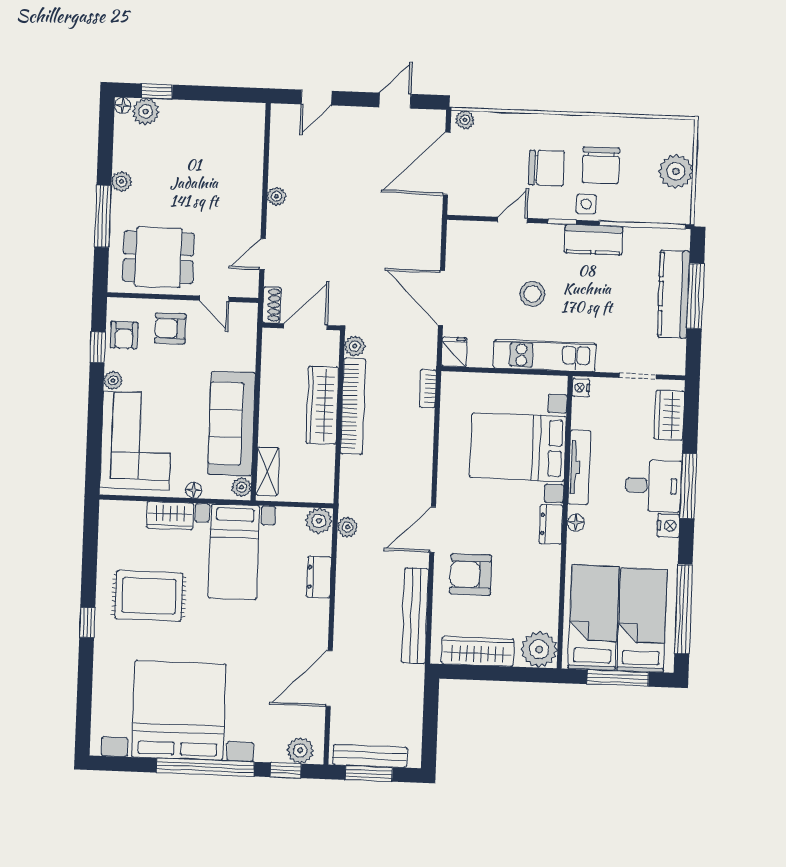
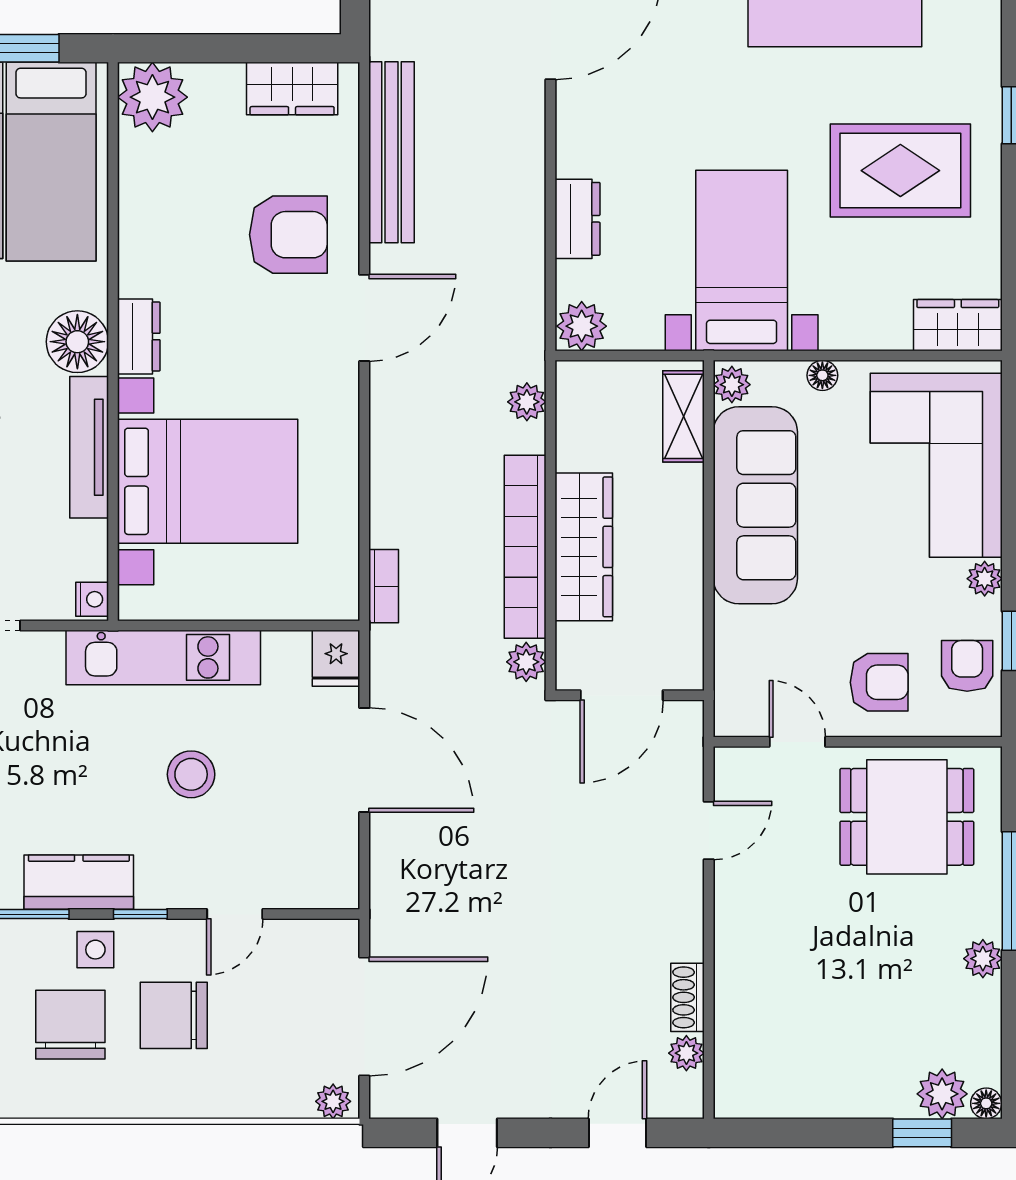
plant: (276, 196) -> (686, 1053), moved
shoe rack: (272, 305) -> (688, 997), moved
wardrobe: (170, 516) -> (958, 325), moved
floor lamp: (576, 523) -> (77, 342), width x1.89, depth x1.89
plant: (347, 527) -> (527, 402), moved
wardrobe: (478, 652) -> (292, 89), width x0.67

